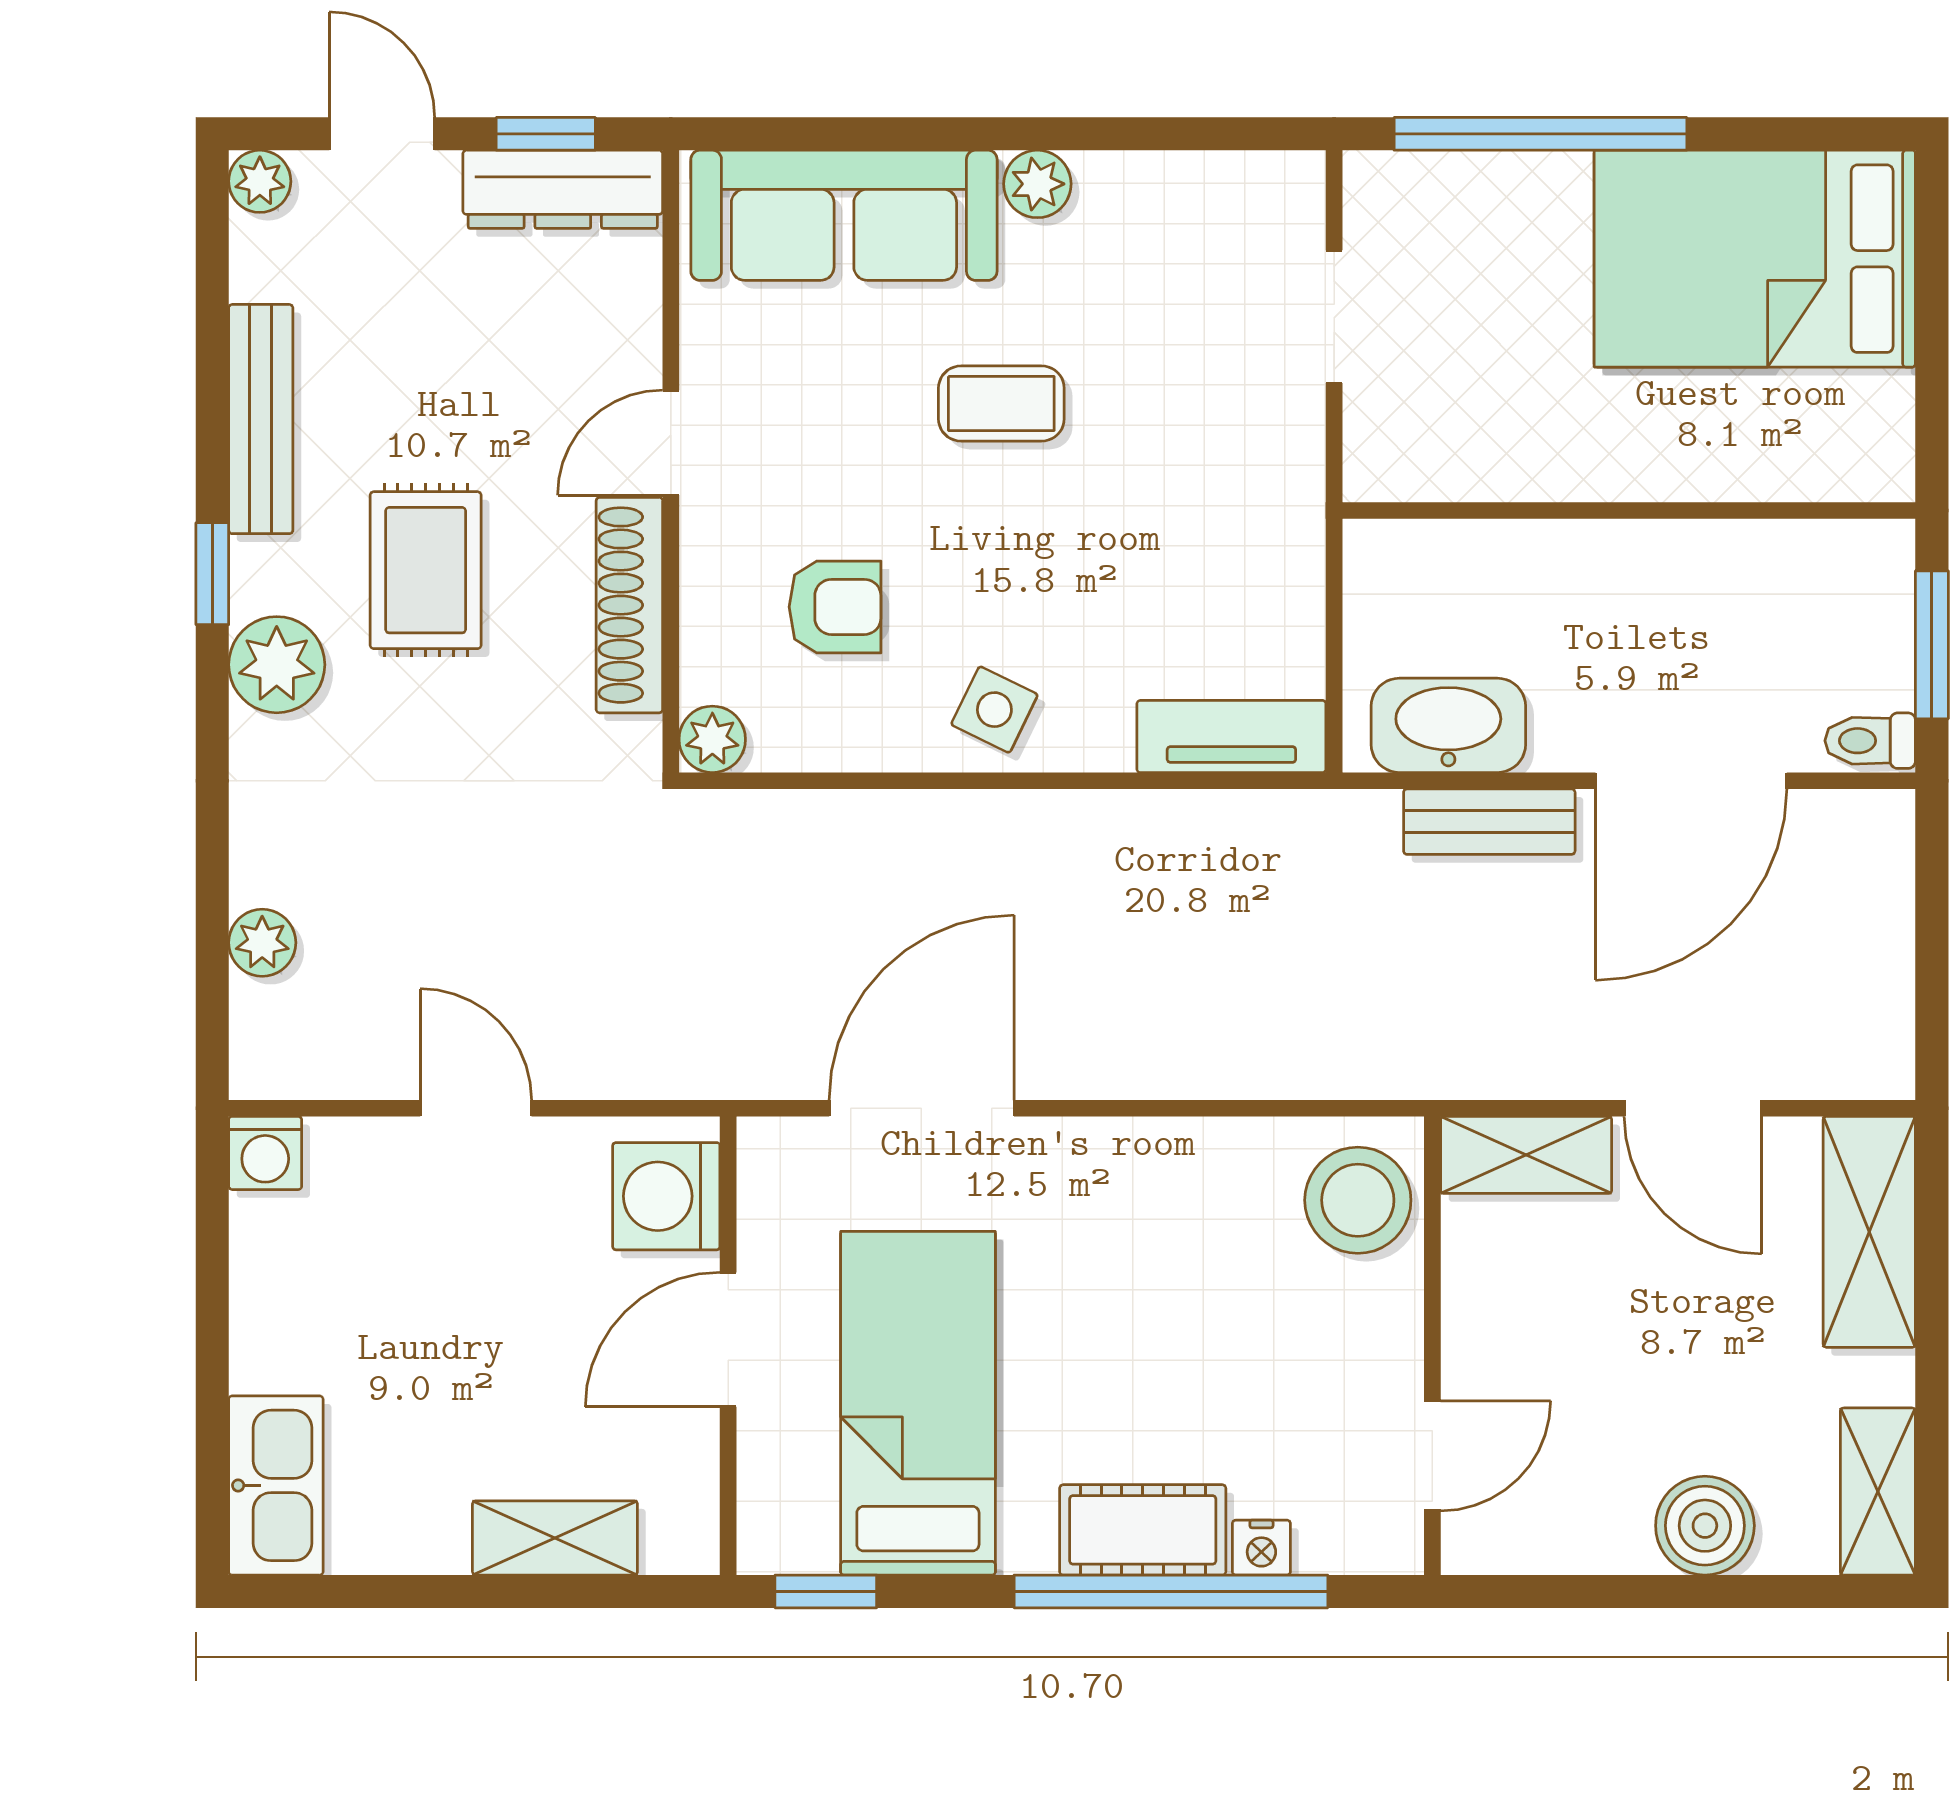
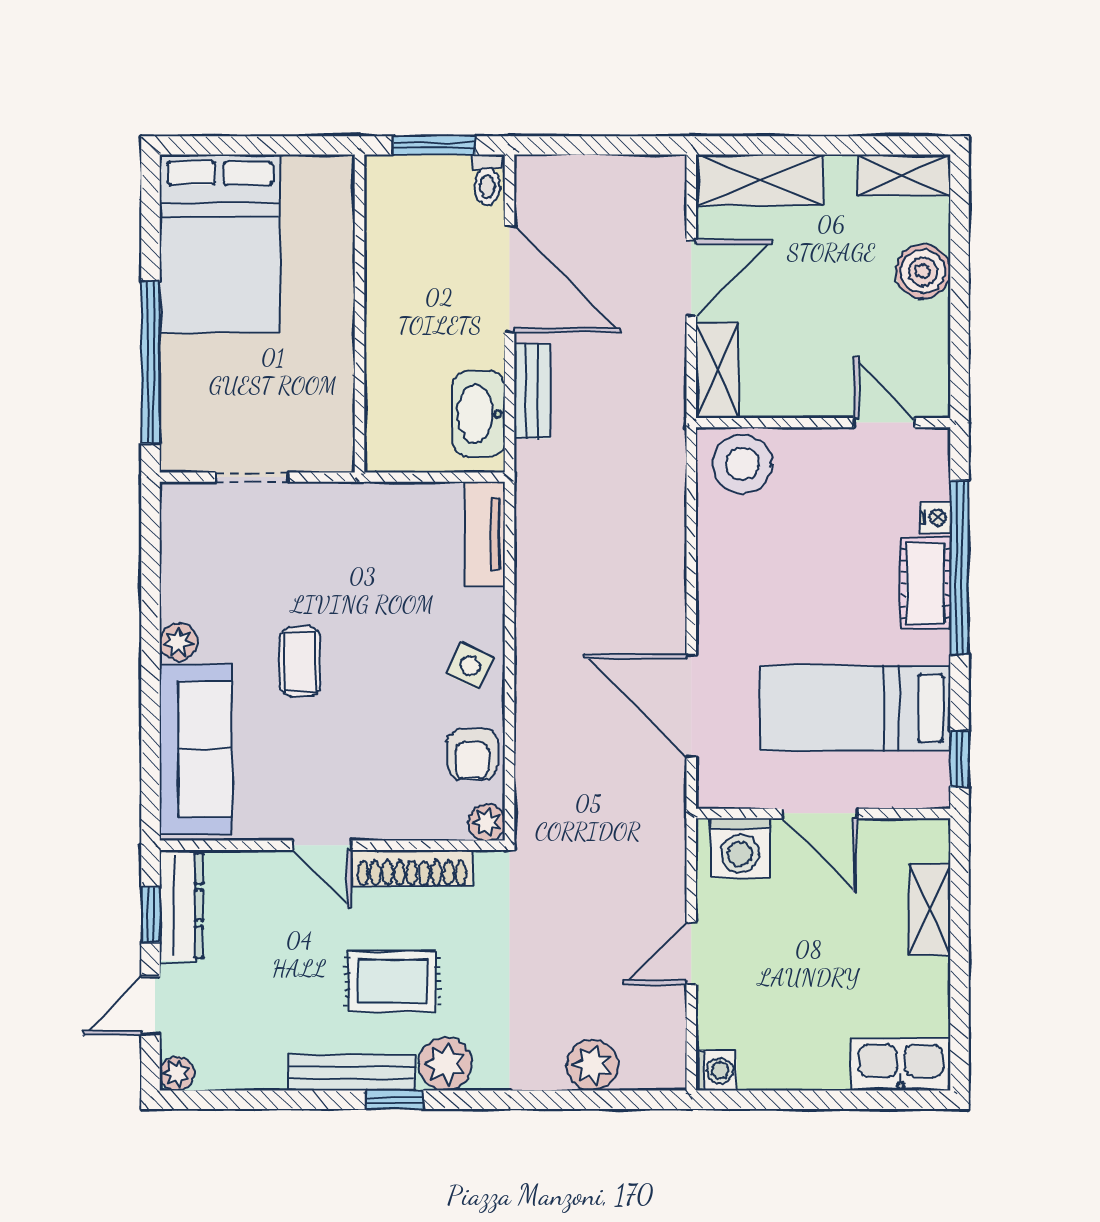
bench: (261, 419) -> (351, 1073), moved
armchair: (835, 607) -> (472, 754), moved, turned 180
plant: (262, 943) -> (592, 1065), width x1.38, depth x1.38

